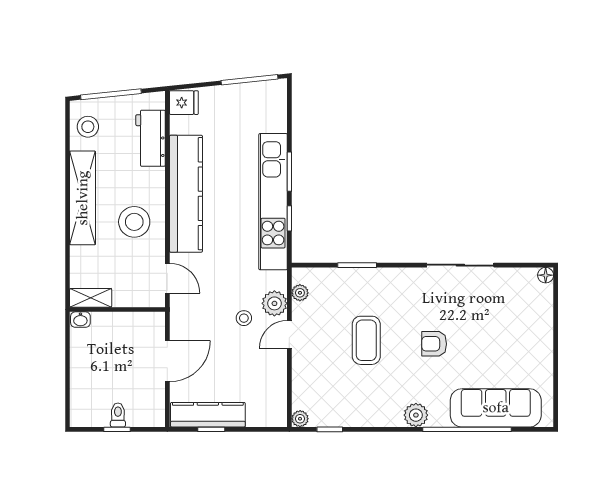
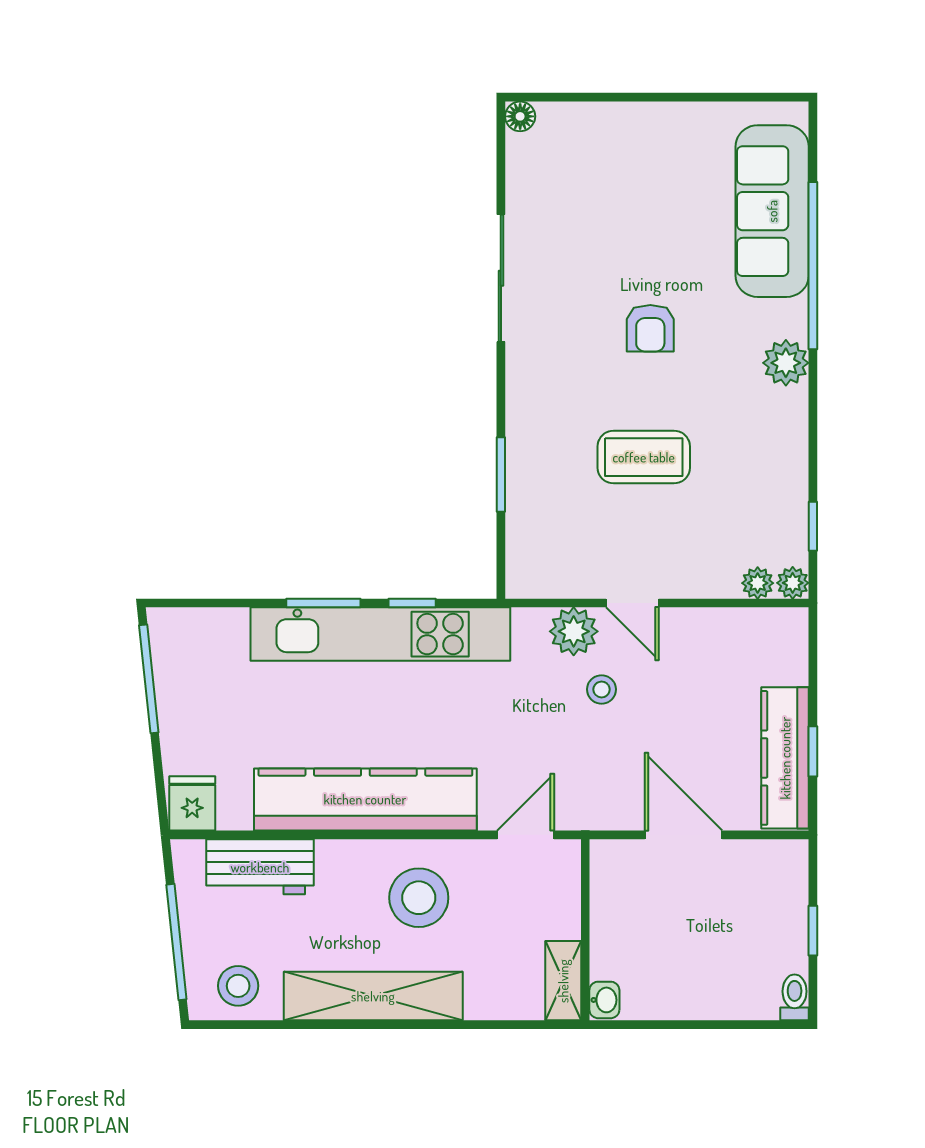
plant: (300, 293) -> (758, 583), moved
toilet: (118, 415) -> (795, 997), moved, turned 90

